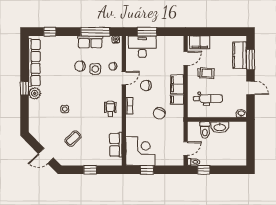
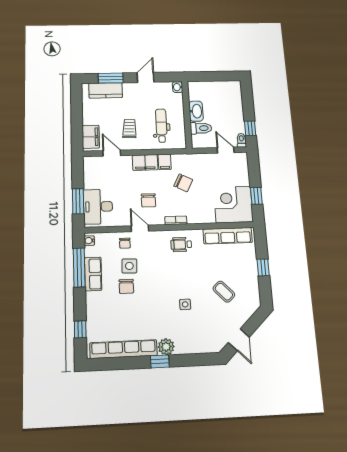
row of seats: (116, 145) -> (228, 236), width x1.48
door: (46, 156) -> (239, 340), moved

